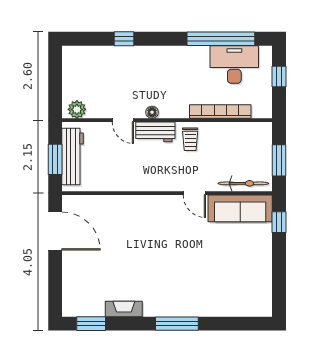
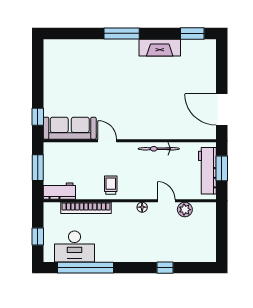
plant: (77, 109) -> (185, 210), moved
workbench: (155, 132) -> (59, 191), moved
bicycle: (243, 183) -> (159, 149), moved
fireplace: (124, 309) -> (160, 48), width x1.37, depth x1.32

